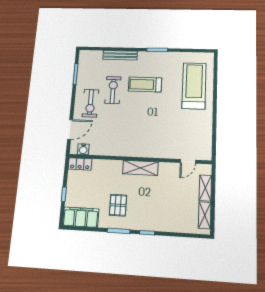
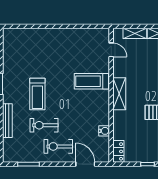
treadmill: (194, 86) -> (91, 81), moved, width x0.73, depth x0.73
exercise bike: (90, 103) -> (58, 146), turned 180
water cooler: (83, 149) -> (104, 131), moved

